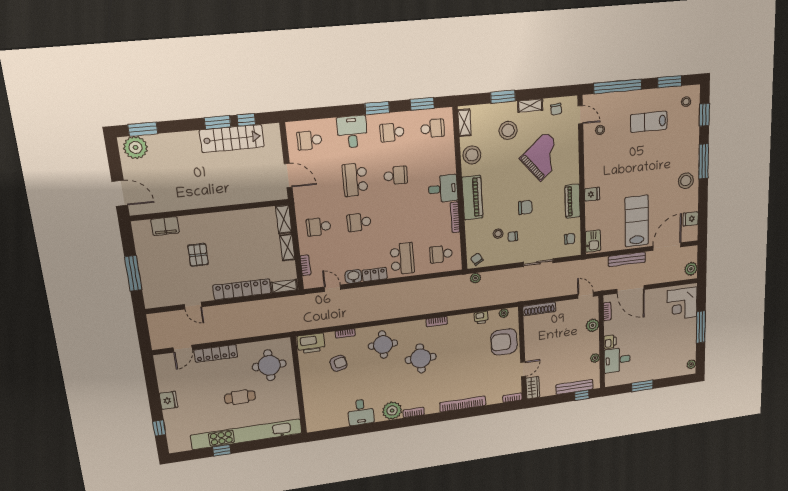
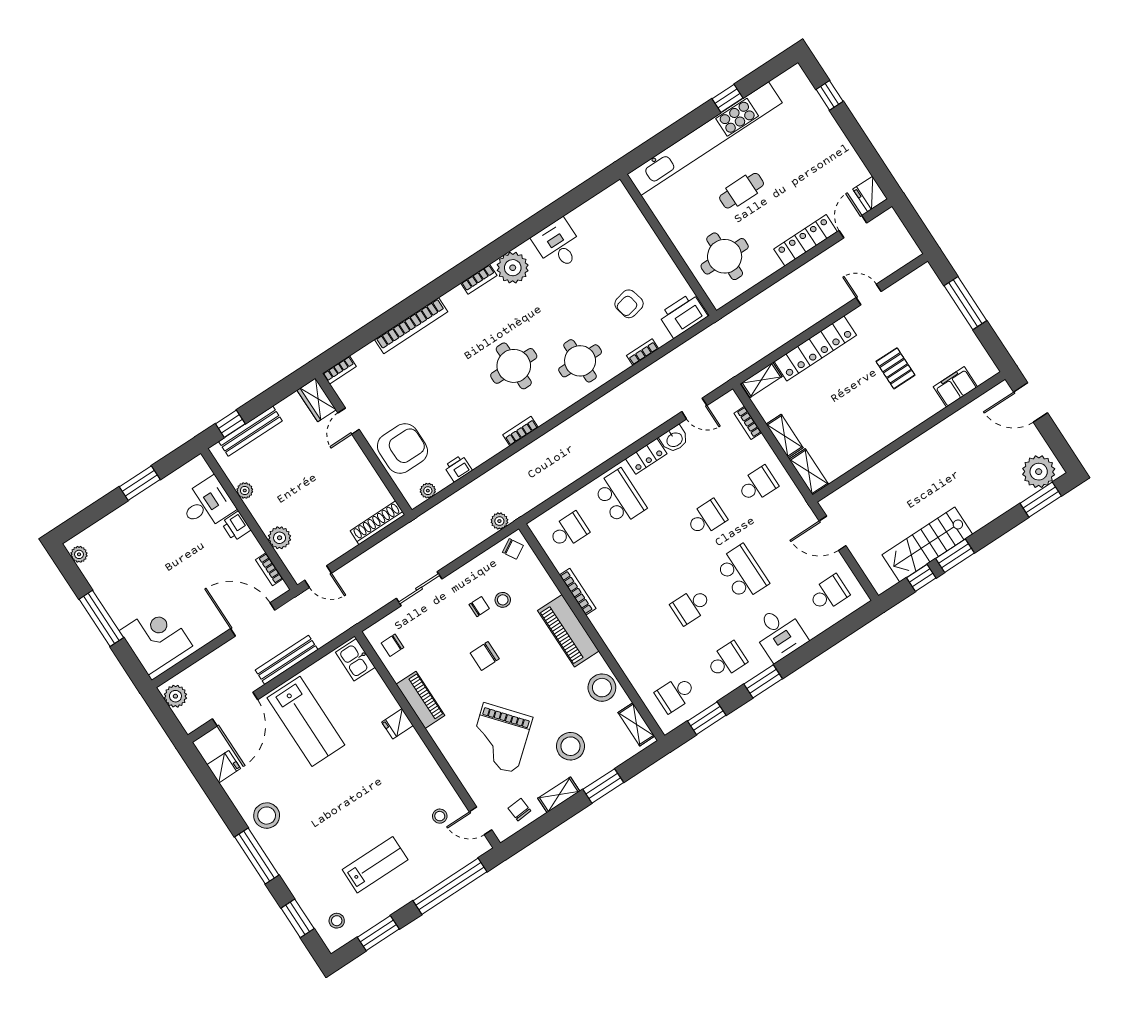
desk: (443, 189) -> (616, 622), removed
school desk: (402, 259) -> (620, 497), turned 180
fridge: (168, 400) -> (870, 194), moved

